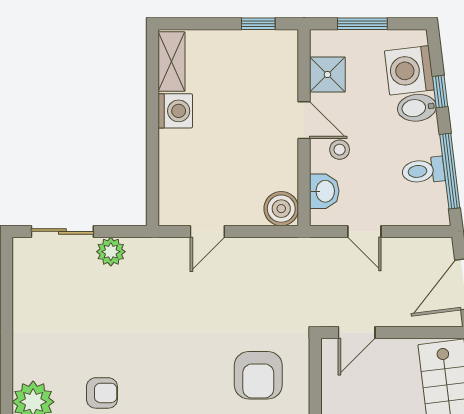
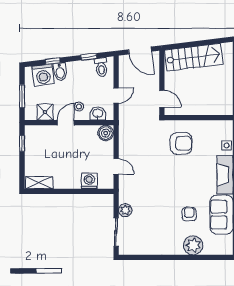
washing machine: (175, 111) -> (89, 181), moved
toilet: (423, 171) -> (101, 67), moved
window: (450, 171) -> (89, 57), width x0.46

